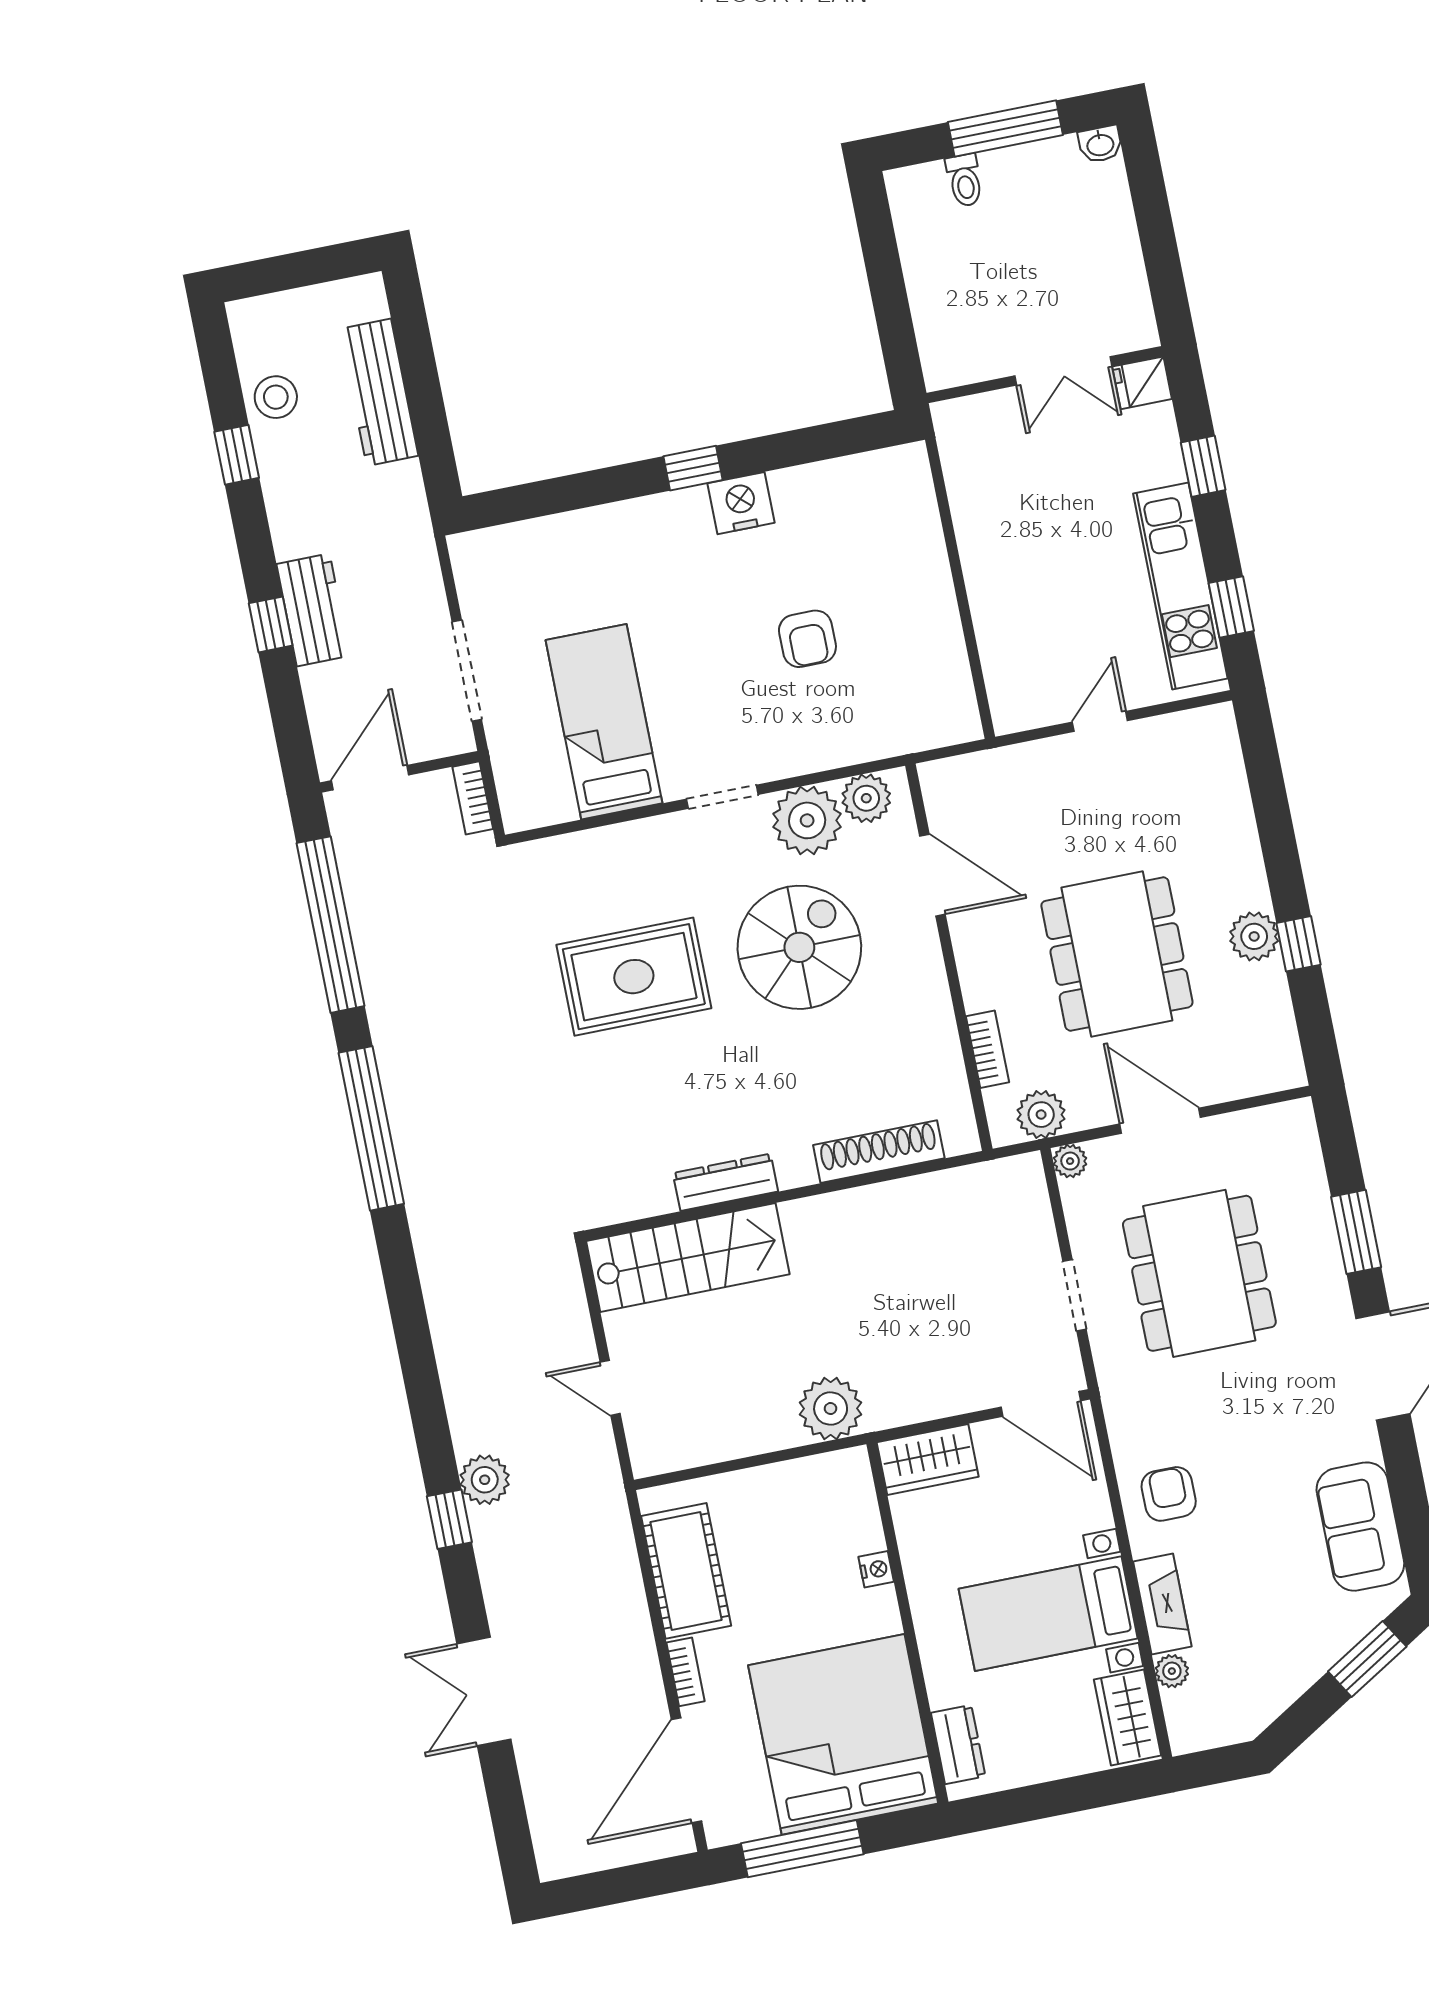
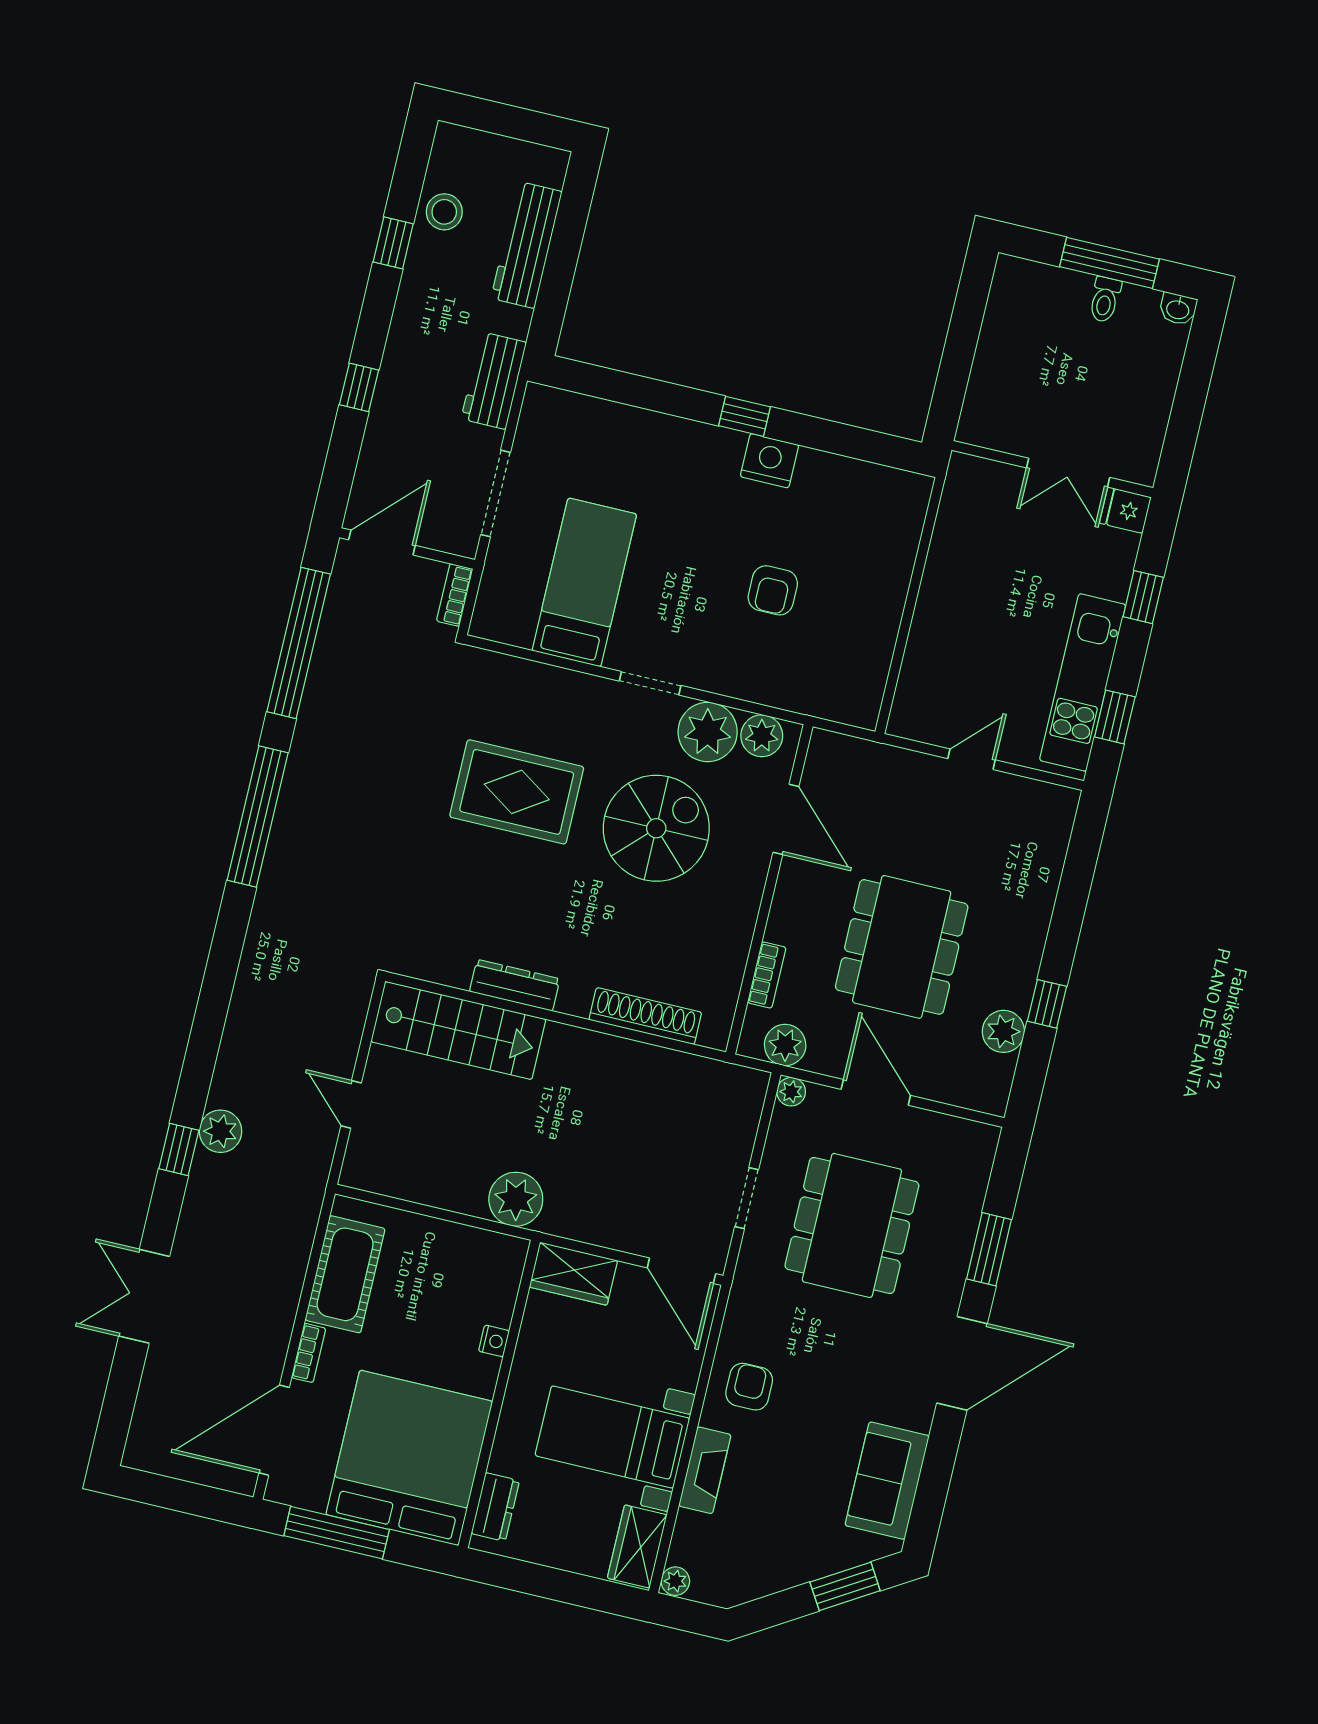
toilet: (965, 180) -> (1105, 300), moved
workbench: (313, 610) -> (494, 381), moved, turned 180
plant: (1254, 936) -> (1003, 1031), moved
plant: (1172, 1671) -> (675, 1581), moved

